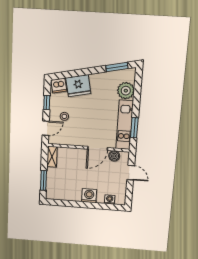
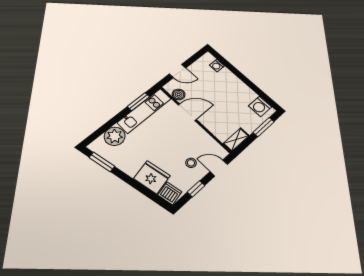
door: (131, 173) -> (178, 71), swing flipped
washing machine: (89, 196) -> (260, 106), moved

